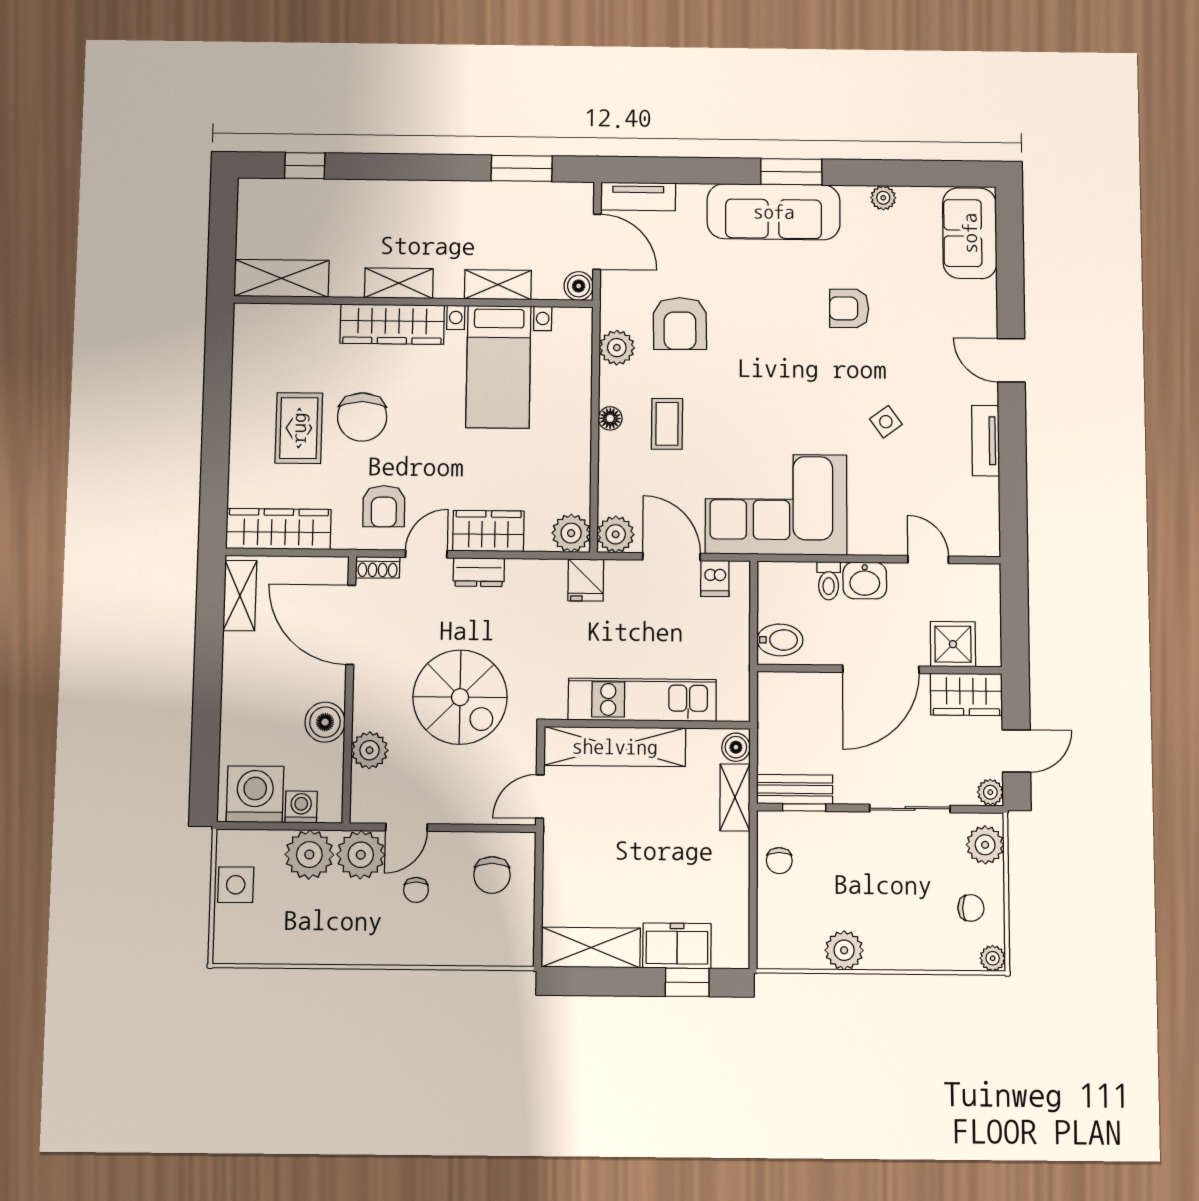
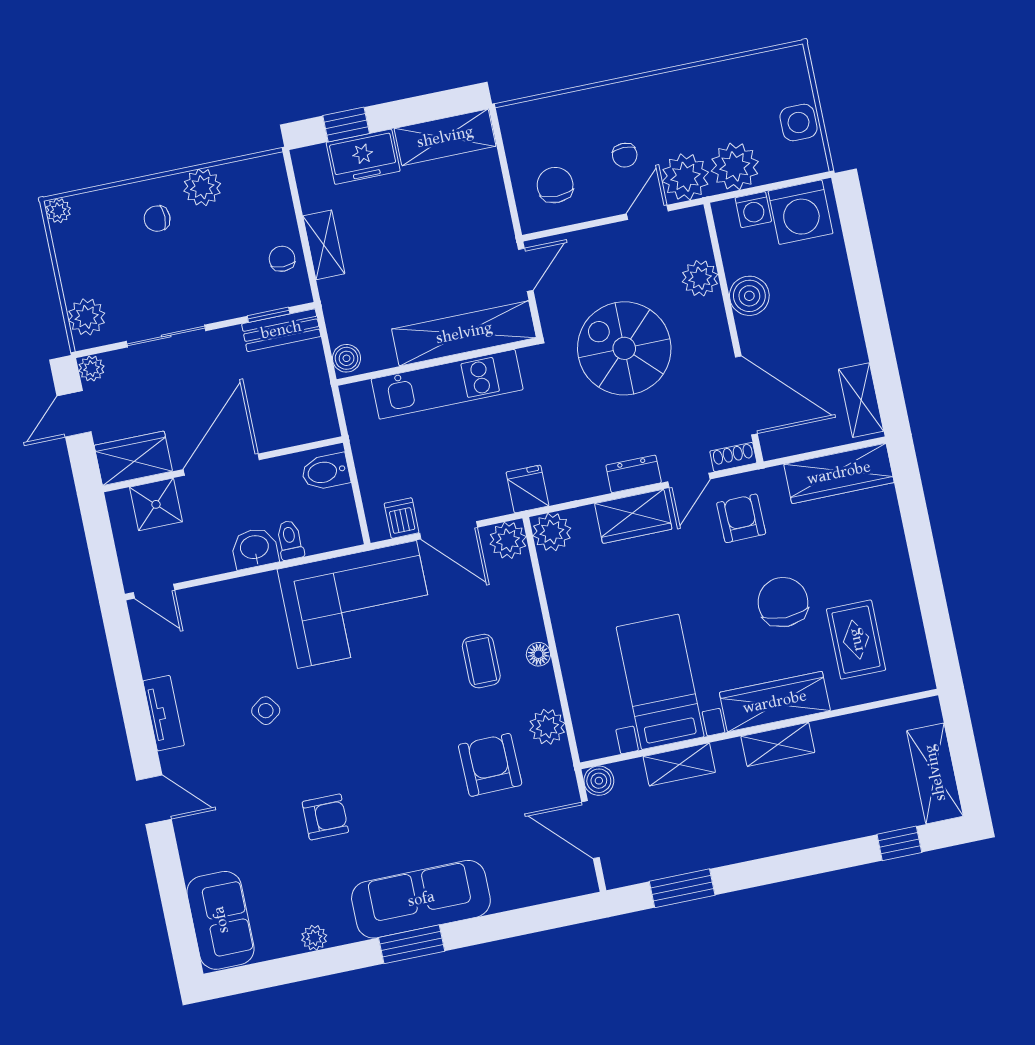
tv unit: (638, 196) -> (559, 885), removed
shelving: (281, 278) -> (935, 773), moved, turned 90
rug: (299, 428) -> (856, 640), moved
door: (928, 560) -> (154, 591), moved
shelving: (735, 797) -> (324, 245), moved
chair: (416, 890) -> (625, 155), turned 180
chair: (971, 908) -> (157, 219), moved

